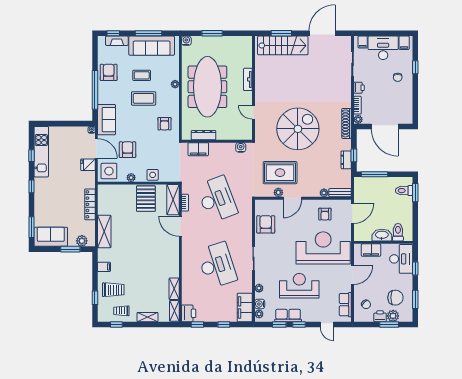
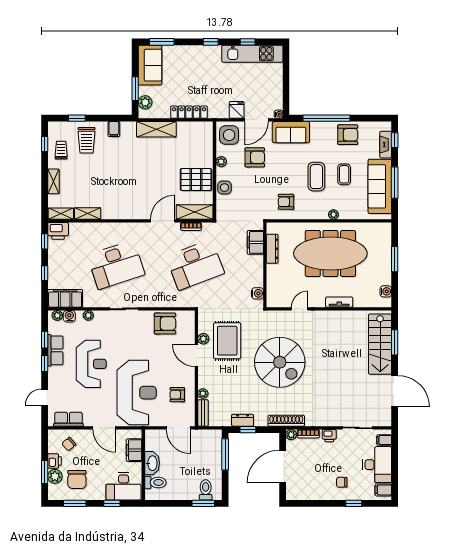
water cooler: (186, 41) -> (386, 291), moved

